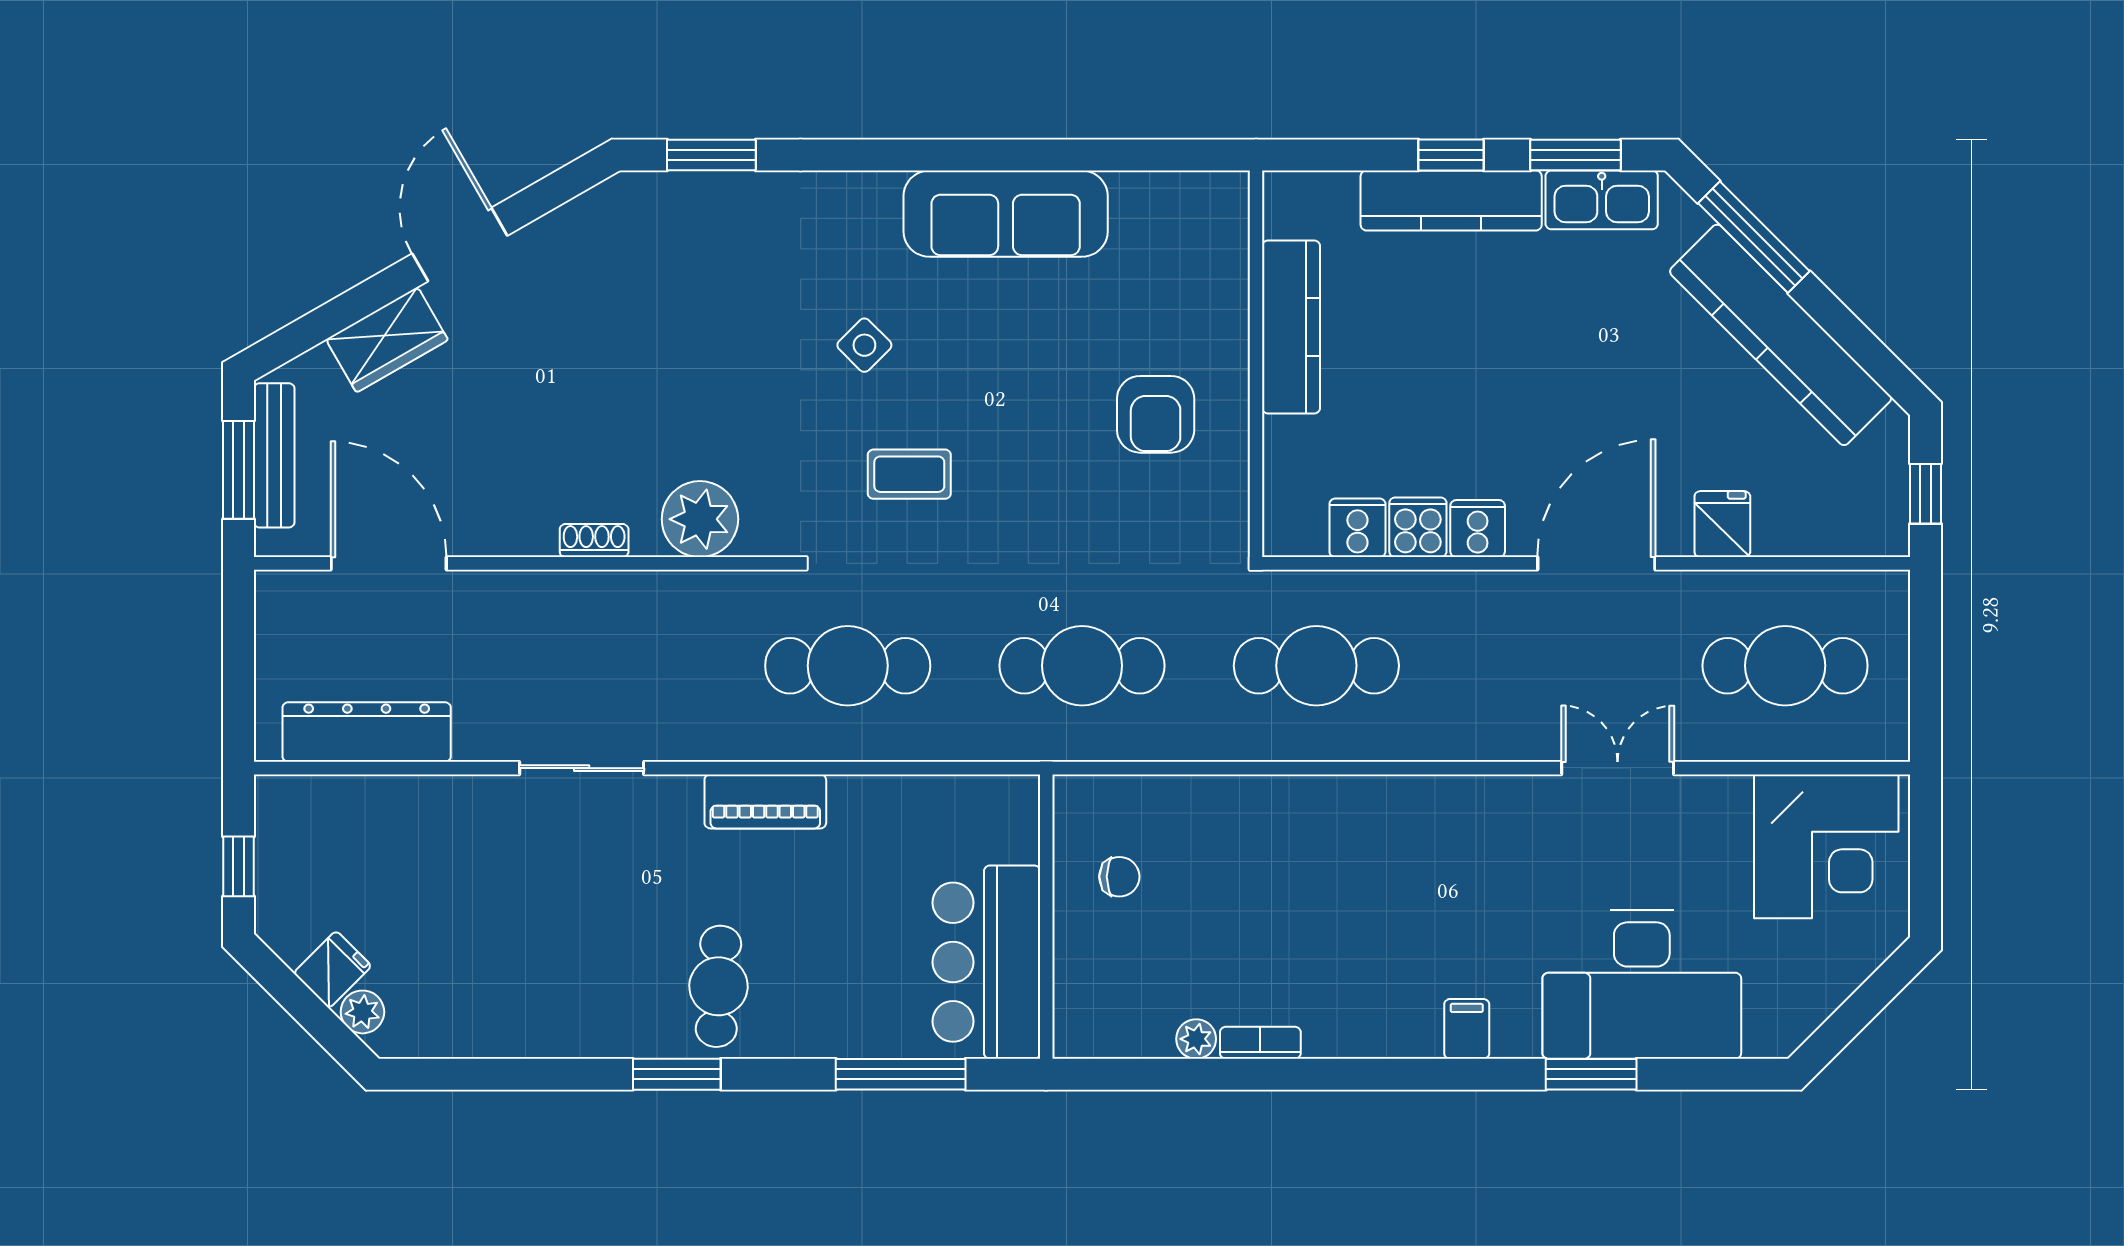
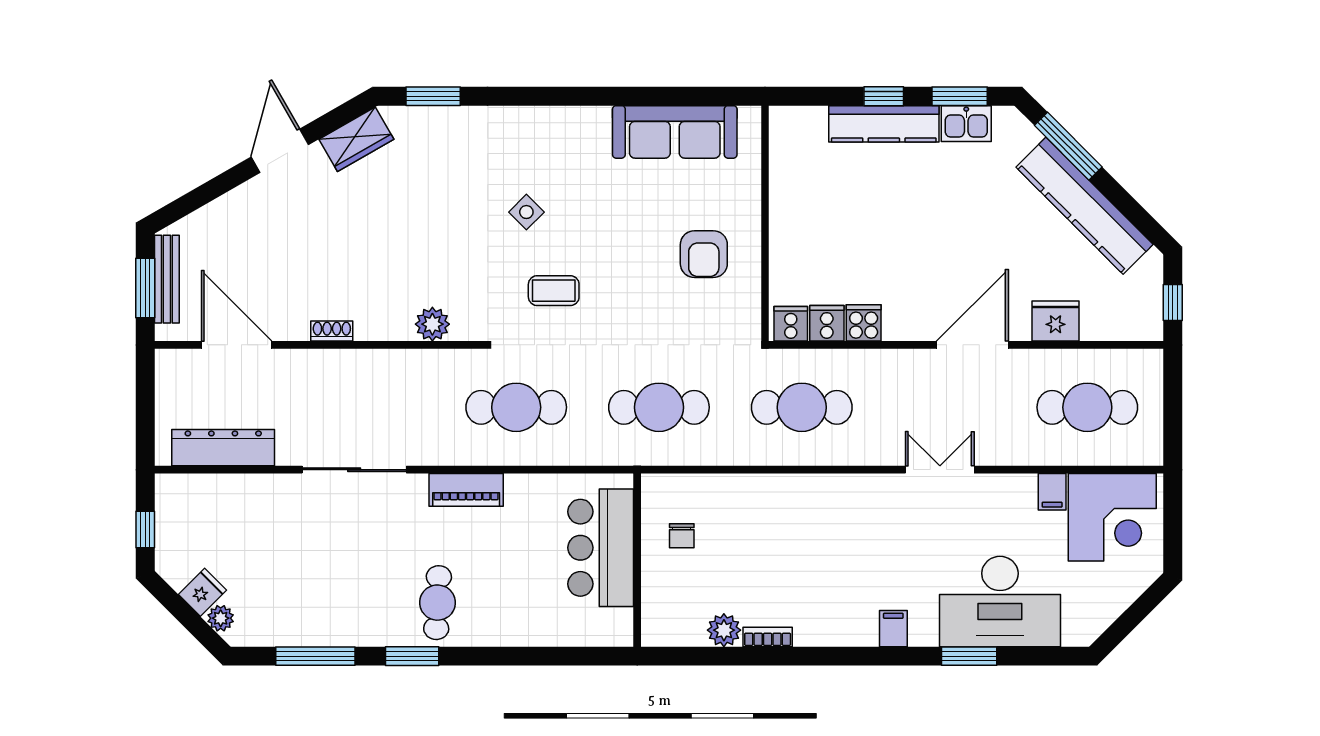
kitchen sink: (1602, 200) -> (966, 124), width x0.73
sofa: (1006, 214) -> (675, 132), moved
kitchen counter: (1291, 327) -> (786, 201), removed
wardrobe: (387, 340) -> (356, 139), moved
plant: (700, 519) -> (432, 324), width x0.73, depth x0.73
fridge: (1722, 524) -> (1056, 321), width x1.38
cooker: (1478, 529) -> (791, 324), moved
shoe rack: (594, 541) -> (332, 331), moved
sliding door: (582, 768) -> (354, 470), width x1.37
double door: (1618, 768) -> (940, 470), moved
filing cabinet: (1727, 804) -> (1052, 492), added
chair: (1119, 877) -> (682, 536), turned 90
bar counter: (986, 962) -> (601, 548), moved
plant: (1196, 1039) -> (724, 630), width x1.38, depth x1.38
window: (901, 1074) -> (315, 656), moved

